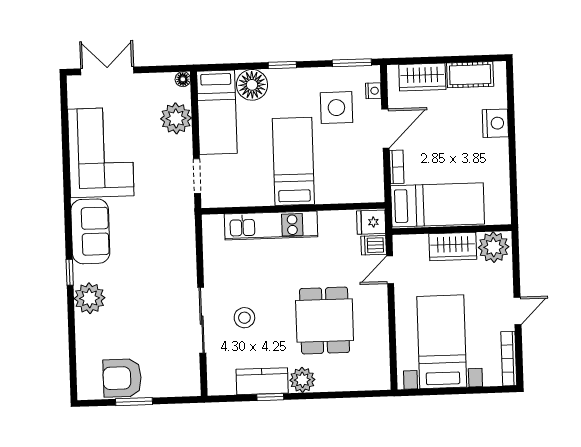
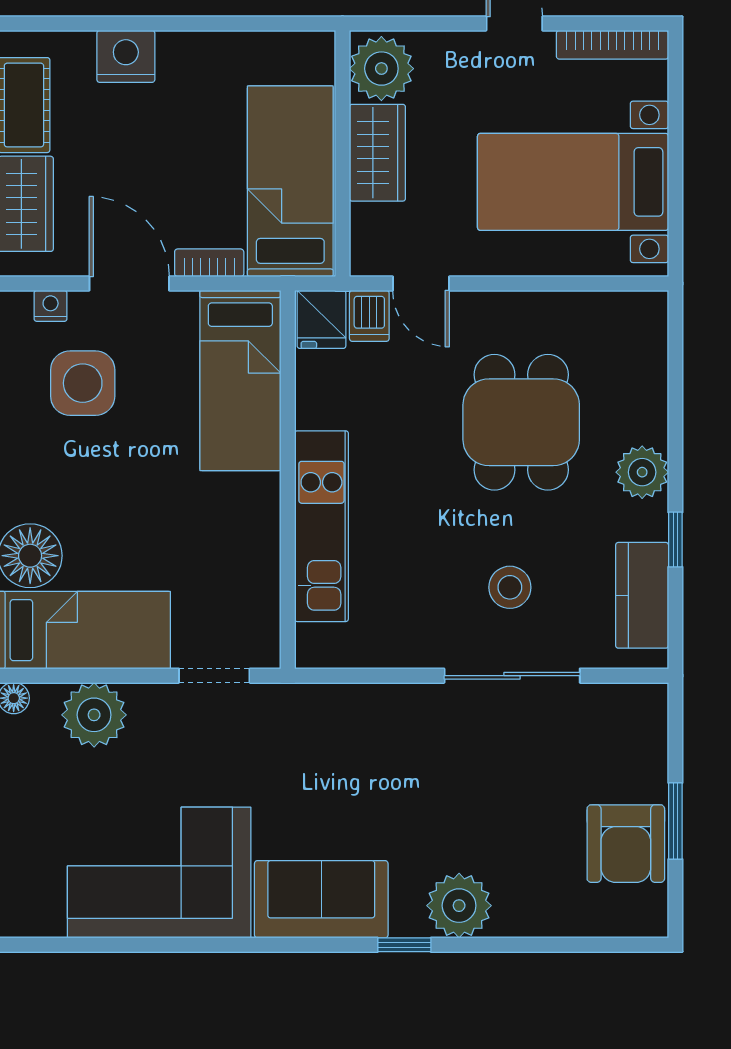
bed: (293, 161) -> (240, 380), moved, turned -90
dining table: (325, 320) -> (521, 422), turned 90
kitchen counter: (262, 381) -> (642, 595), moved

